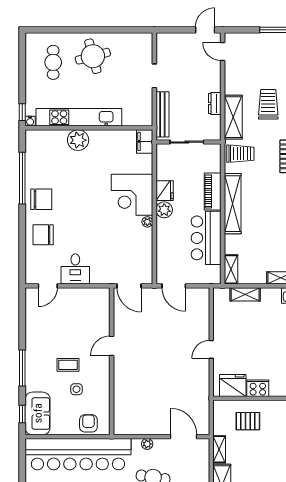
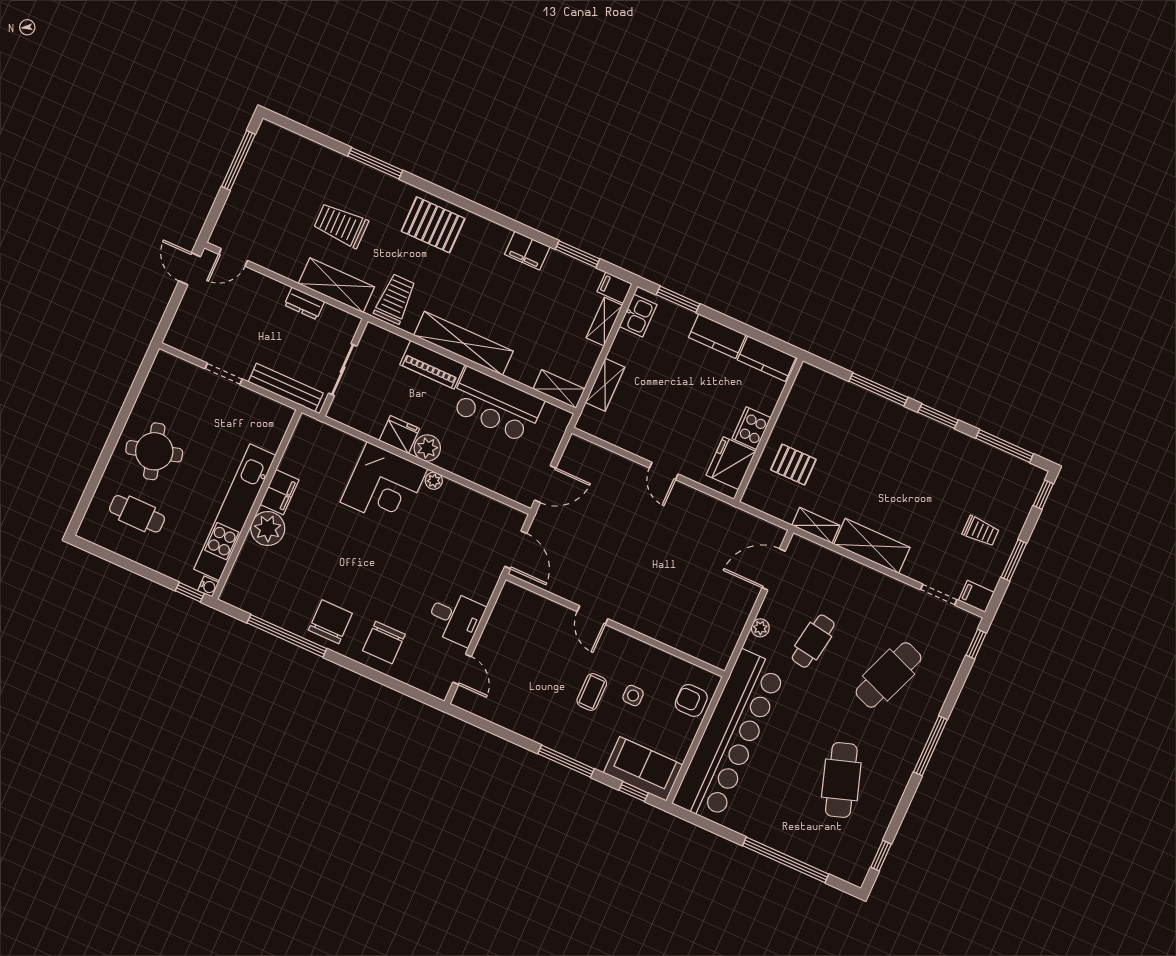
filing cabinet: (145, 141) -> (280, 492), moved, turned -90
door: (129, 286) -> (516, 550), hinge flipped
pallet: (248, 421) -> (793, 465), turned 90

